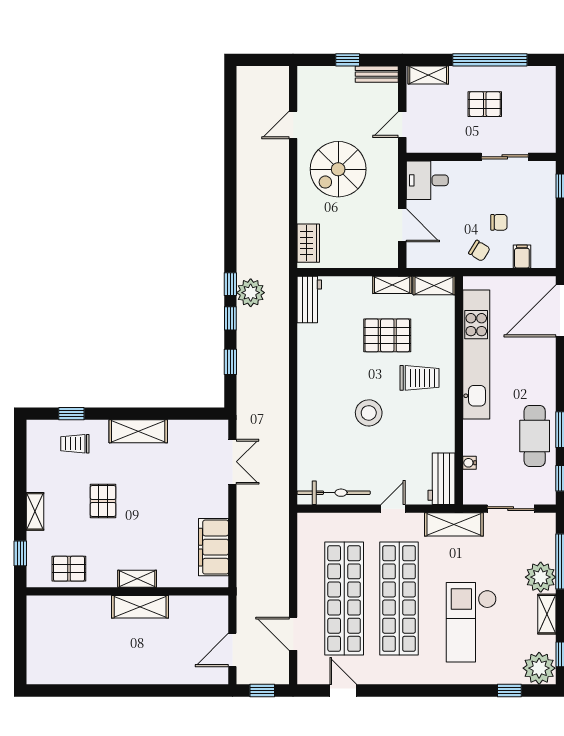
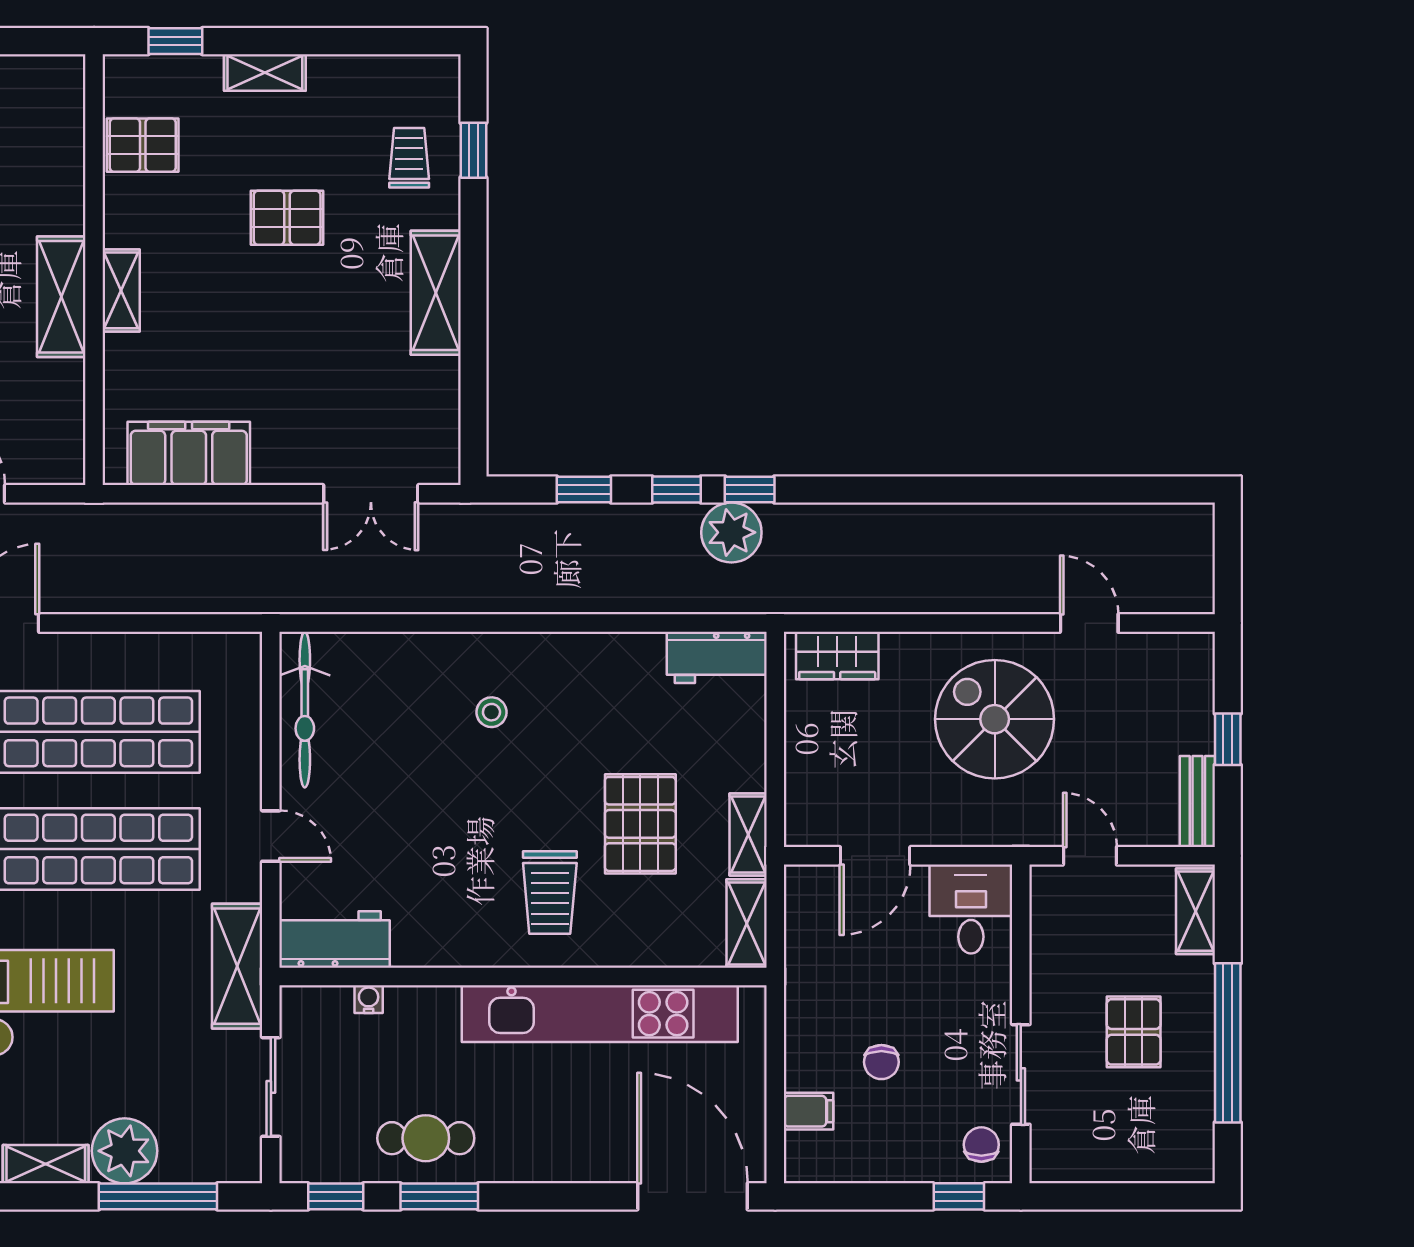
chair: (479, 251) -> (981, 1145), moved, turned 148
stool: (369, 413) -> (491, 712), moved, width x0.53, depth x0.53
cafe table: (535, 436) -> (426, 1138), width x0.73, depth x0.74
pallet: (69, 569) -> (143, 145), turned 90

